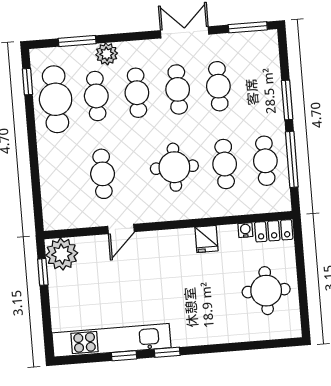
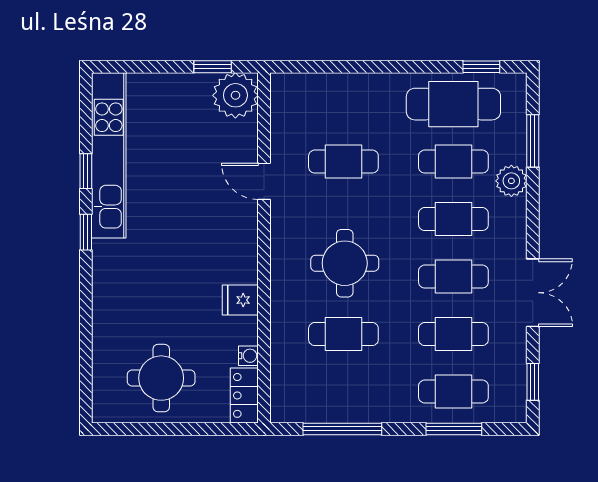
window: (248, 27) -> (533, 382), width x0.67
window: (287, 100) -> (454, 429), moved
cafe table: (265, 161) -> (453, 392), moved

